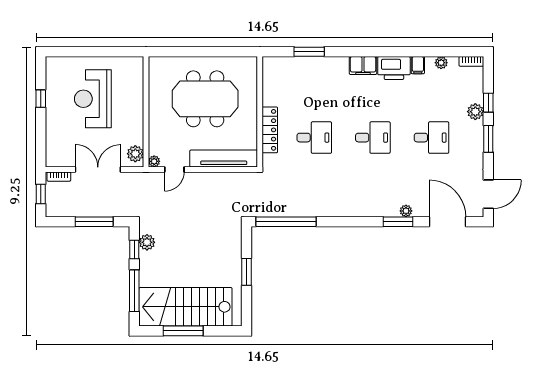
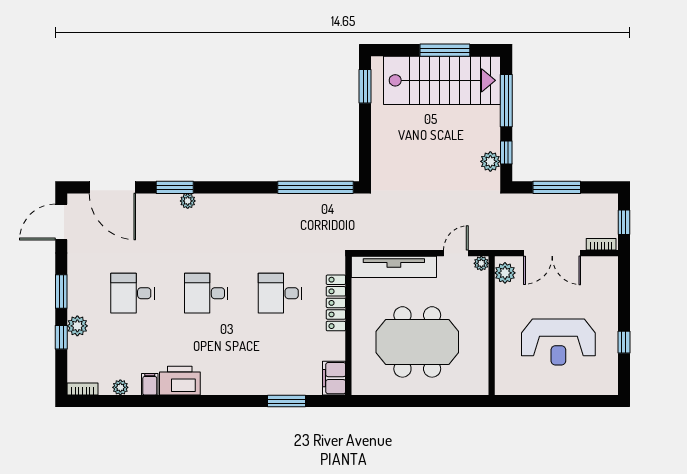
filing cabinet: (363, 66) -> (334, 378), moved, turned -90
reception desk: (93, 99) -> (558, 342), turned 90
plant: (406, 211) -> (188, 201), moved
window: (247, 272) -> (365, 86), moved

